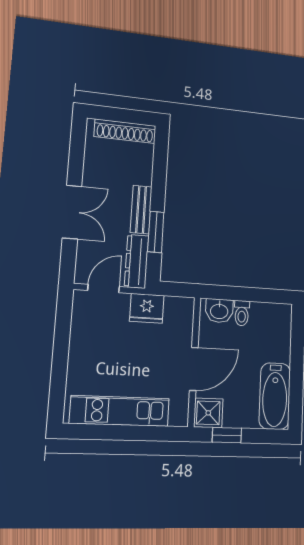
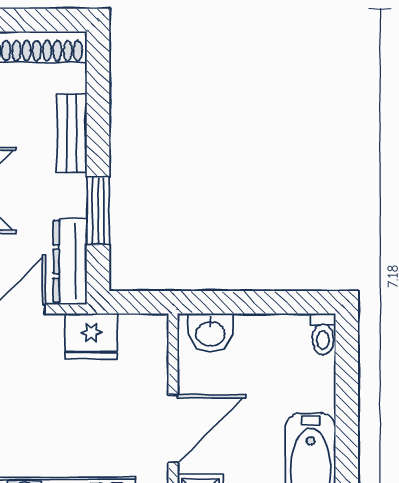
bench: (141, 210) -> (72, 133), moved
toilet: (242, 313) -> (323, 334), moved

